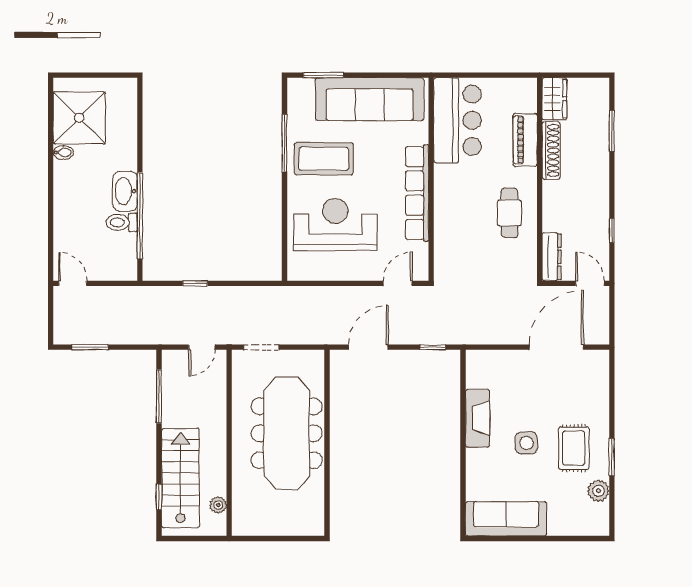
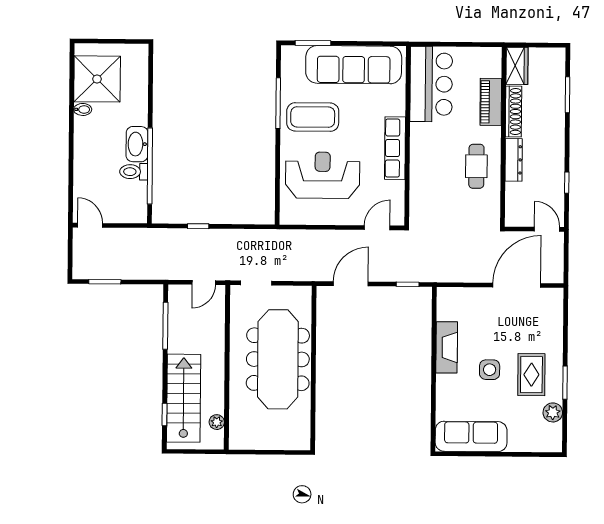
row of seats: (417, 193) -> (395, 148), width x0.73
dresser: (552, 257) -> (514, 160), moved

